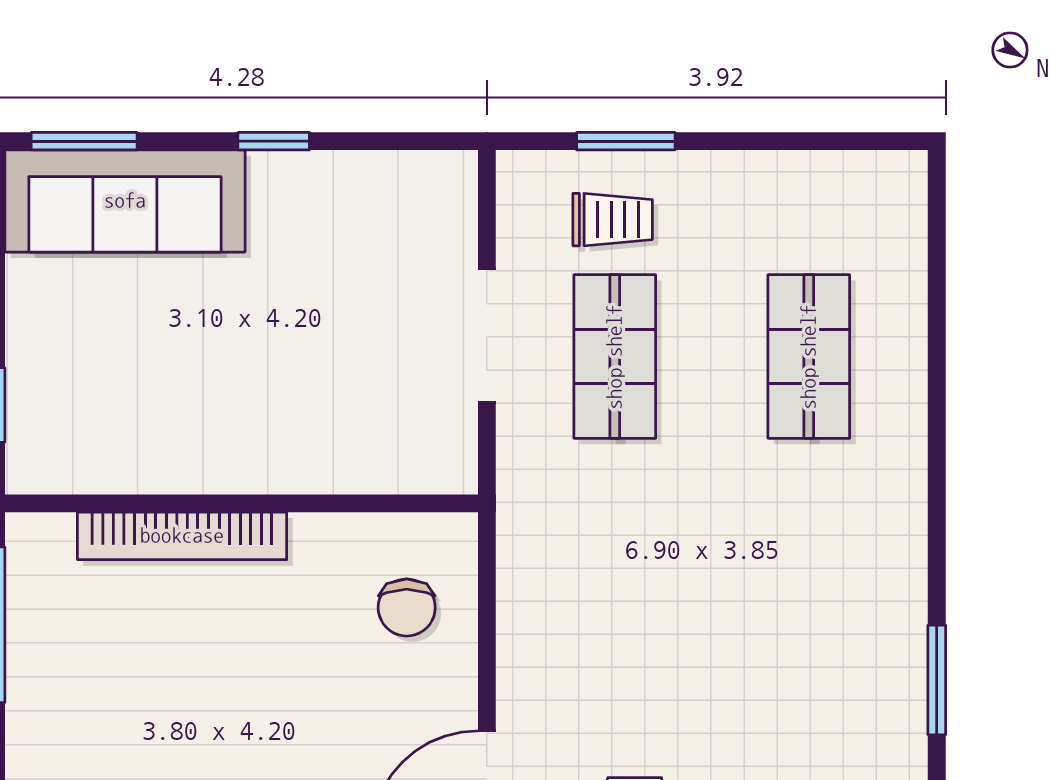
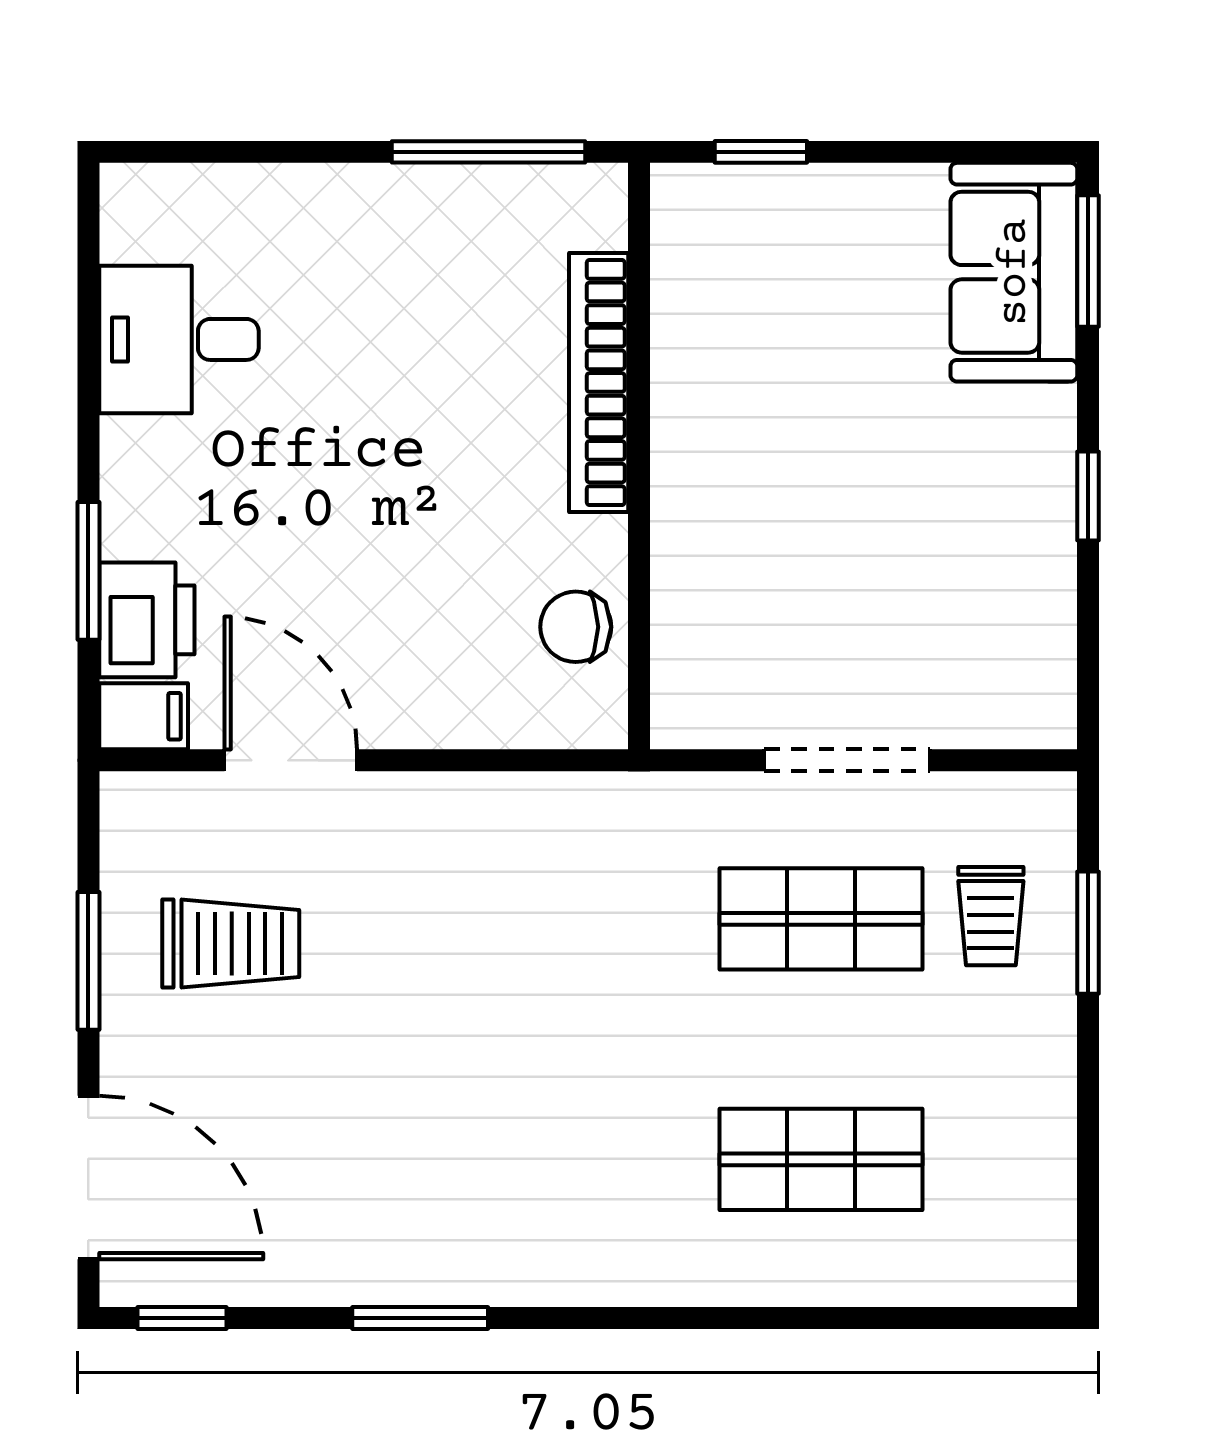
sofa: (125, 201) -> (1014, 272), width x0.73
chair: (407, 608) -> (576, 627), moved

